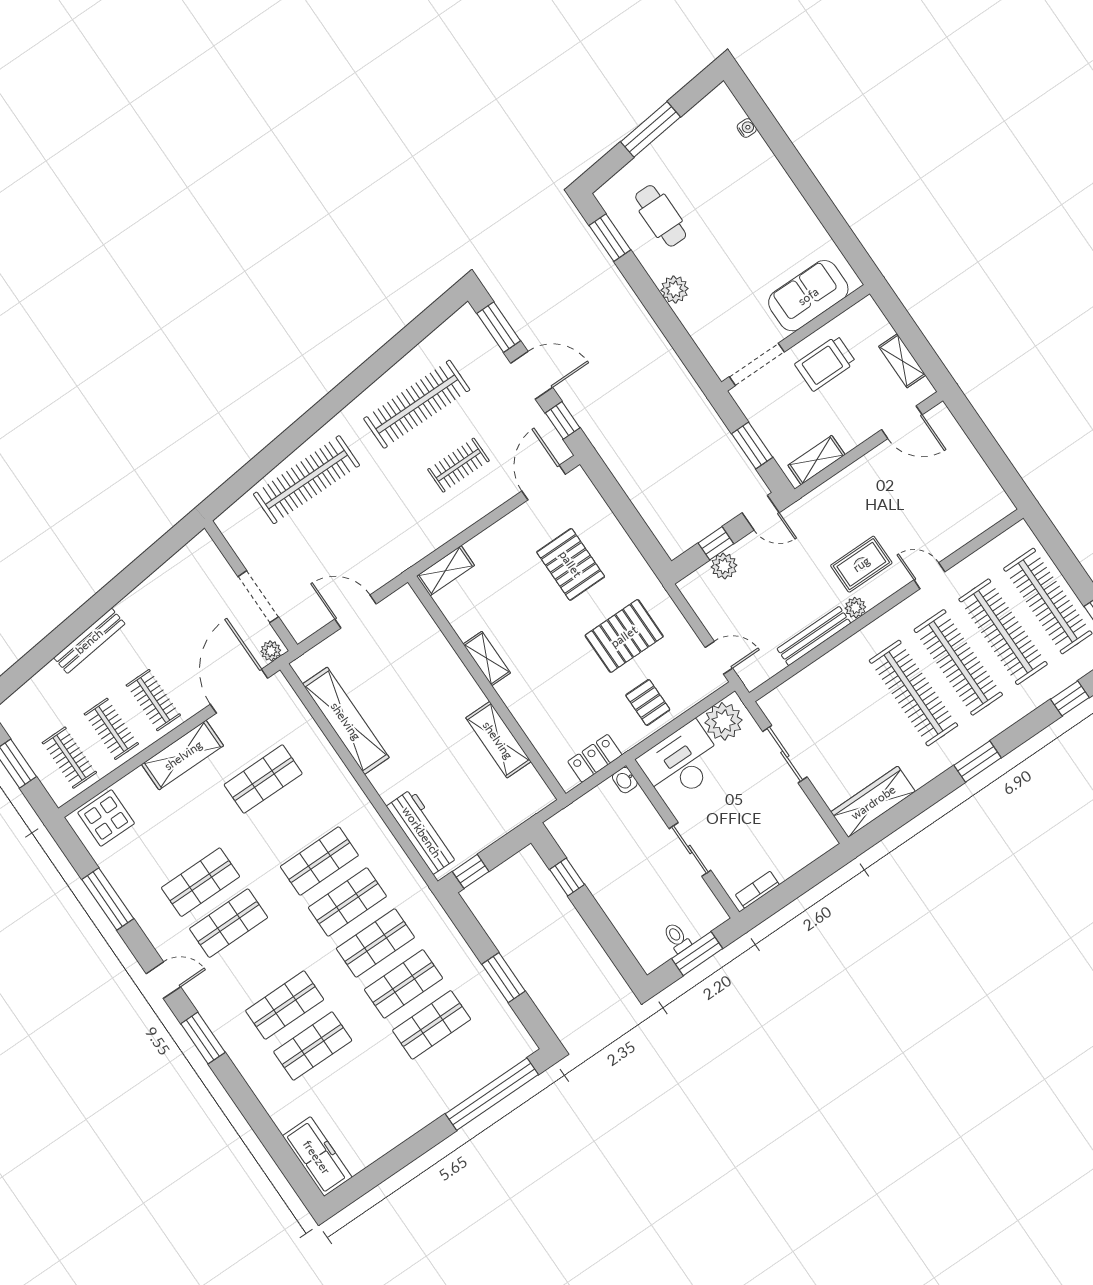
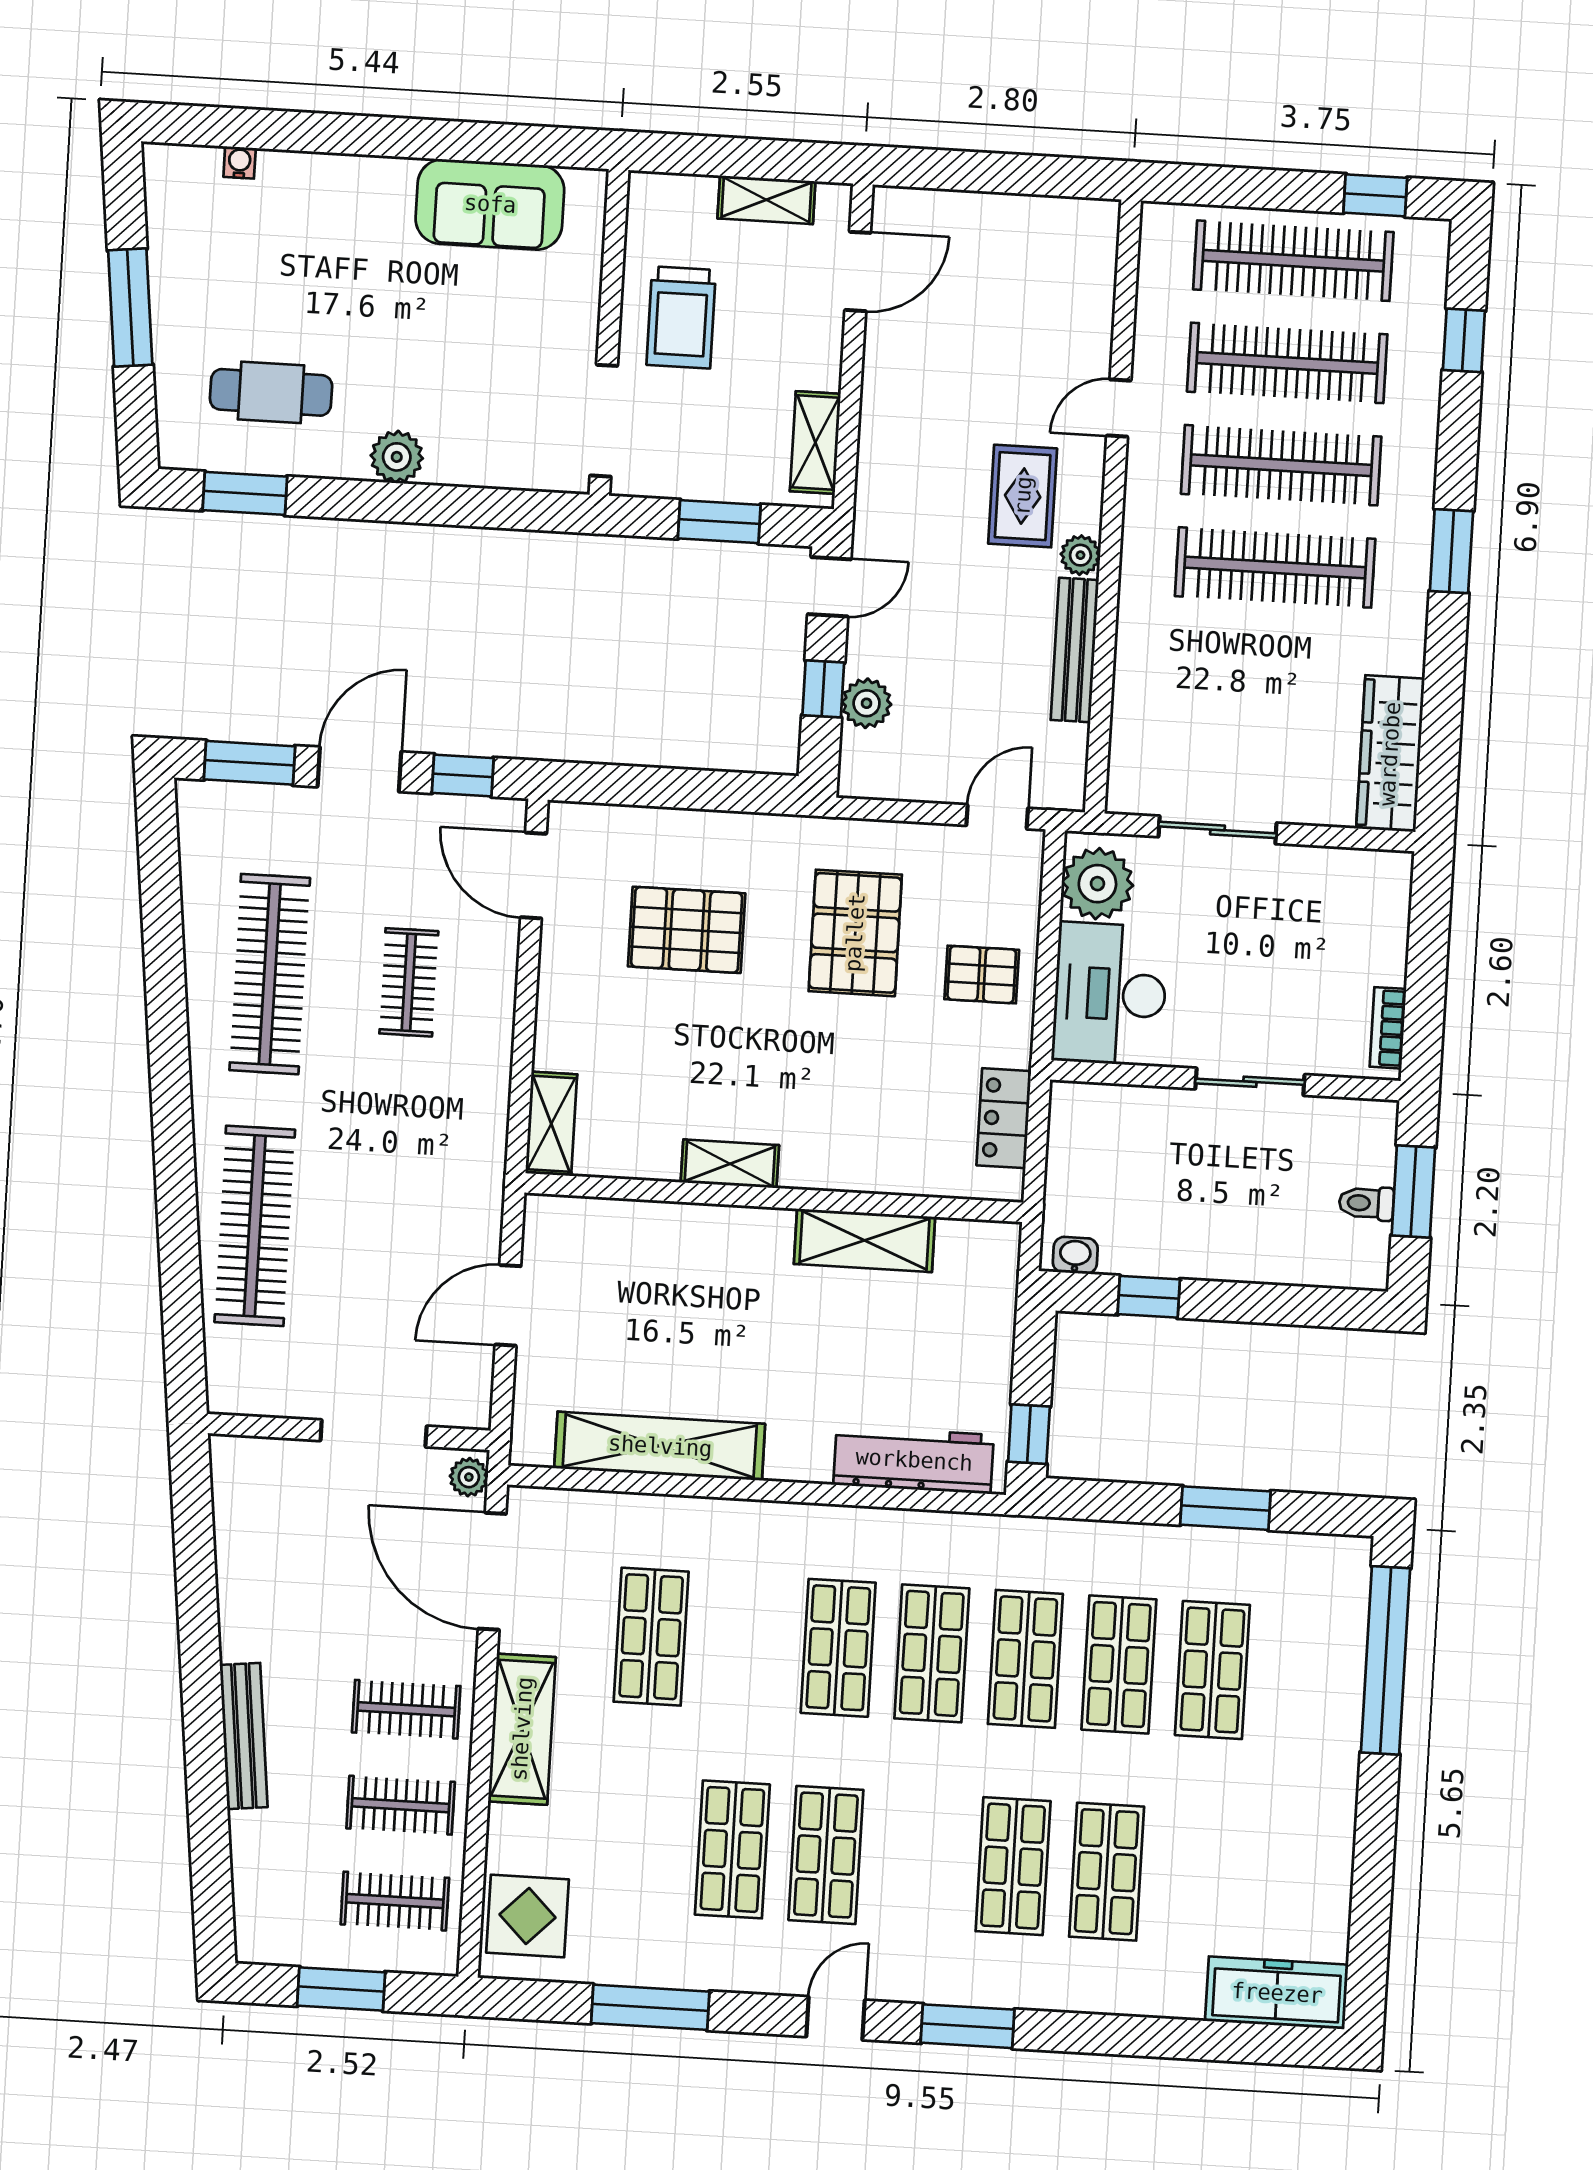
sofa: (808, 296) -> (490, 204), moved, turned -90
washbasin: (625, 780) -> (1075, 1255), moved, turned 180

